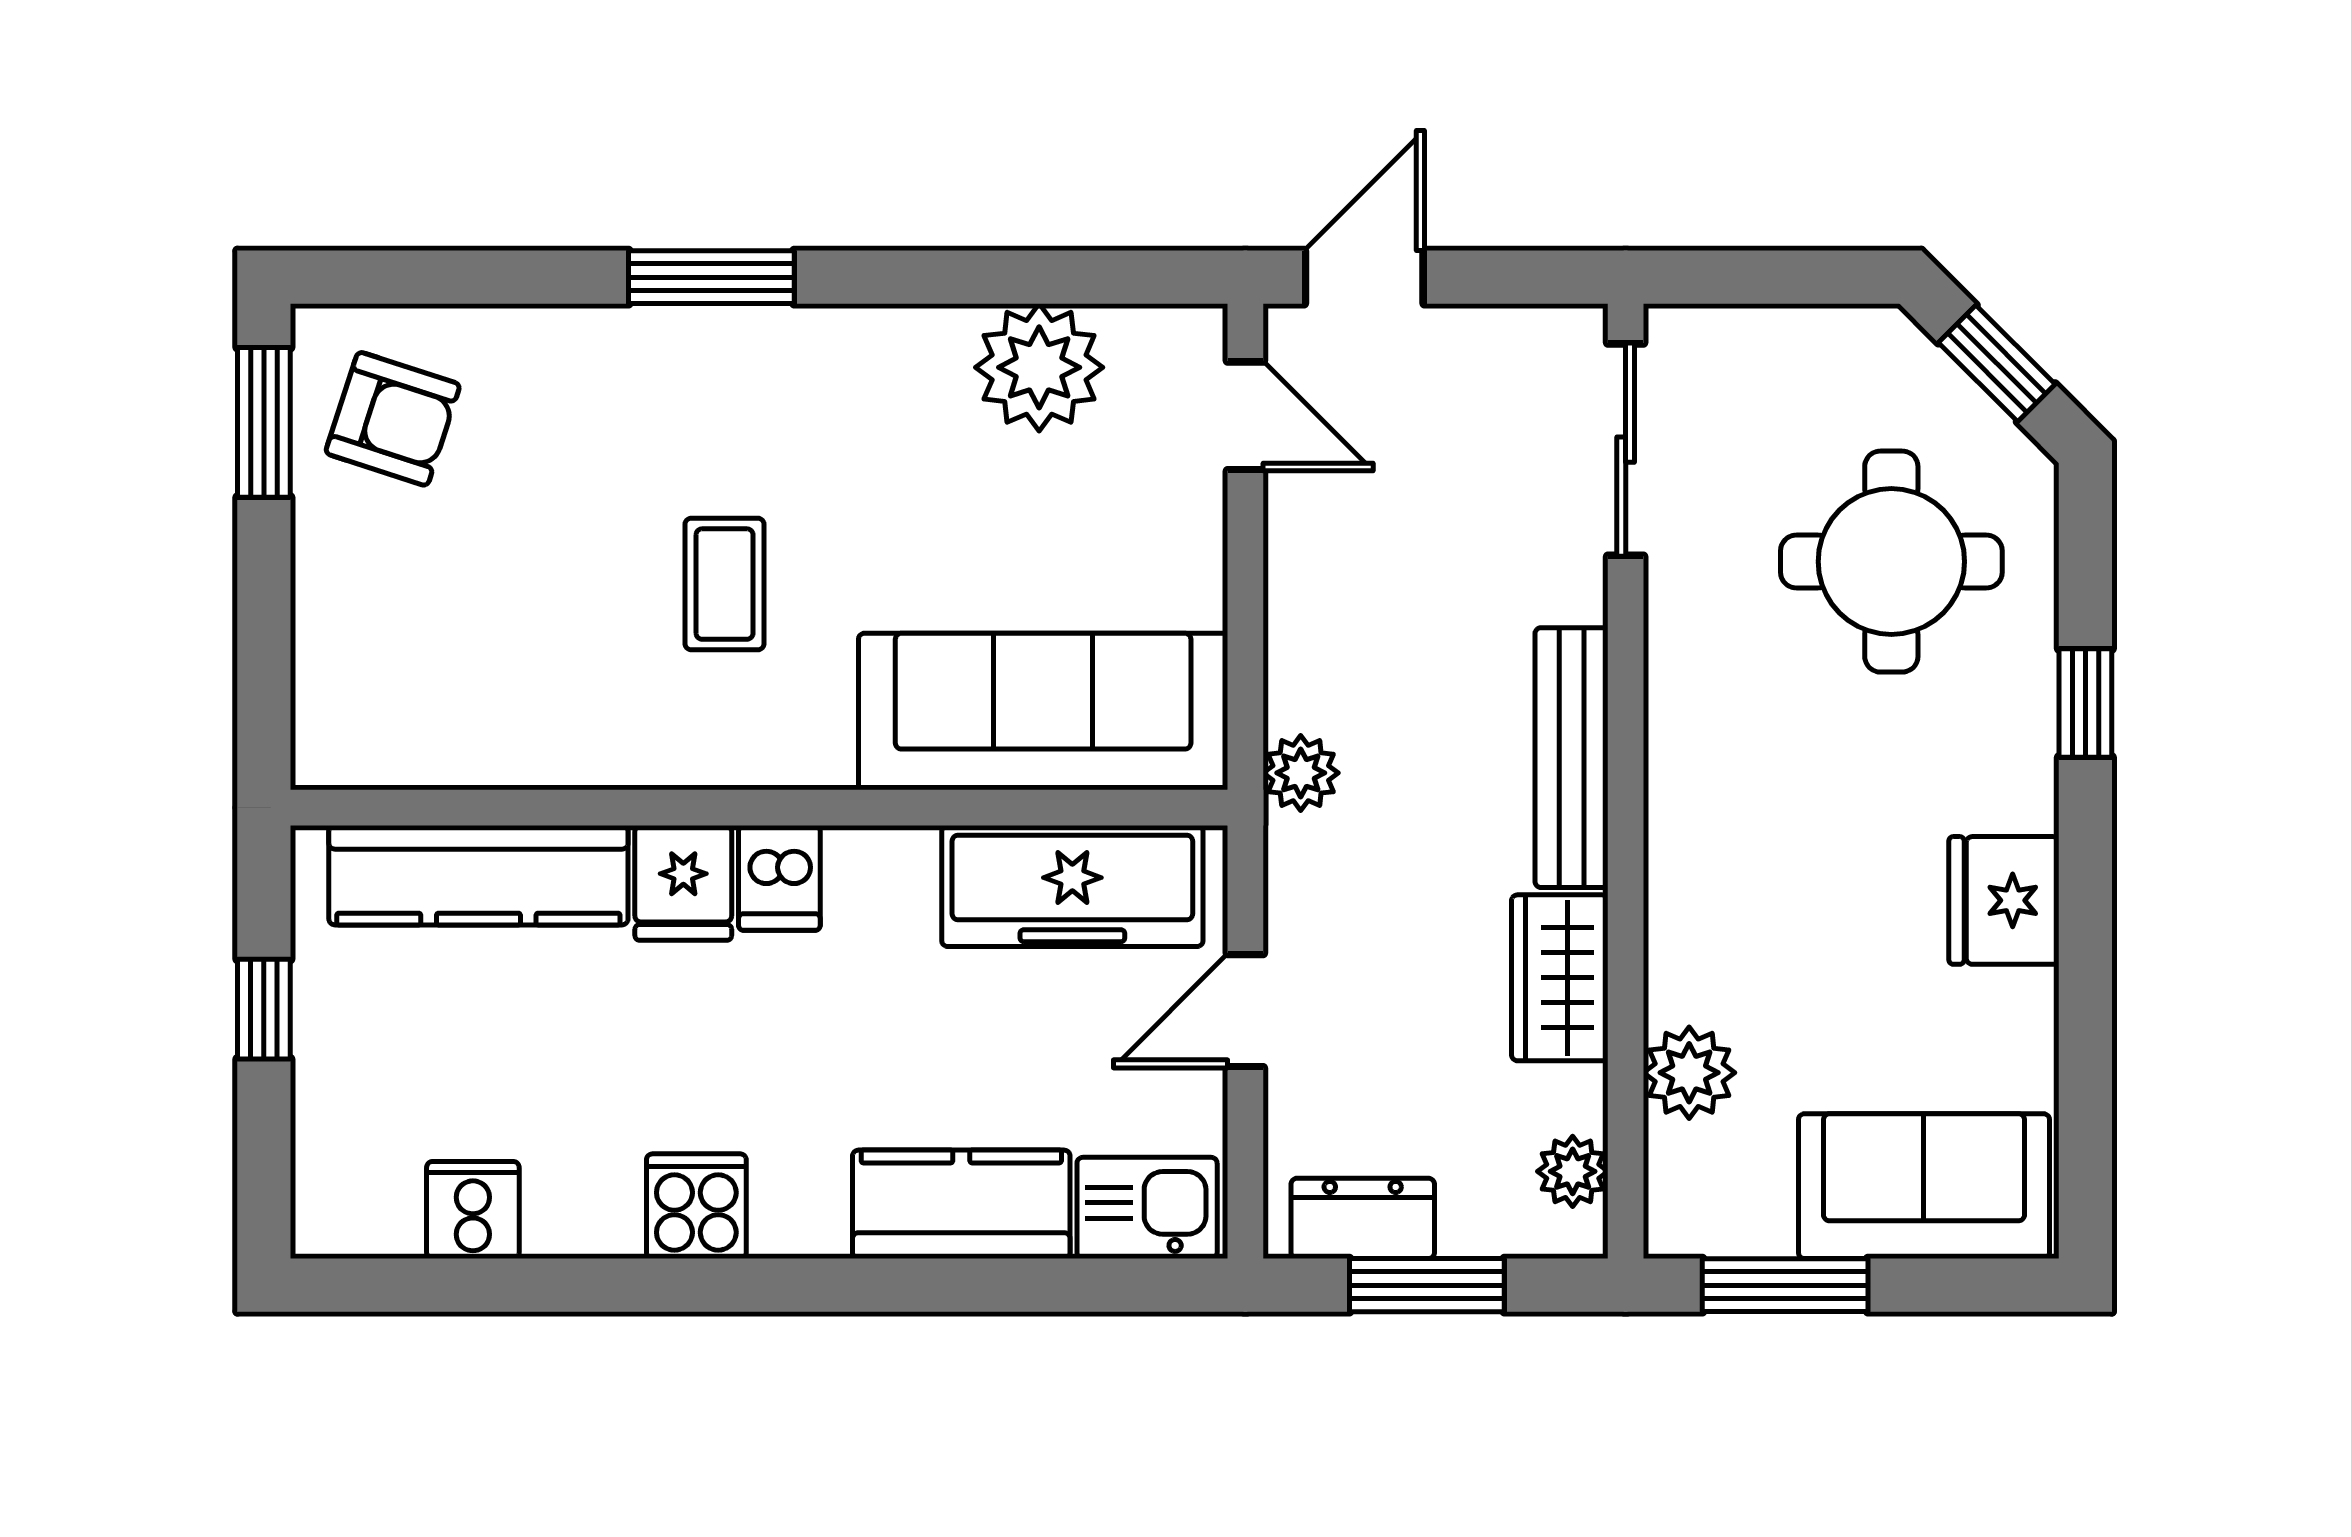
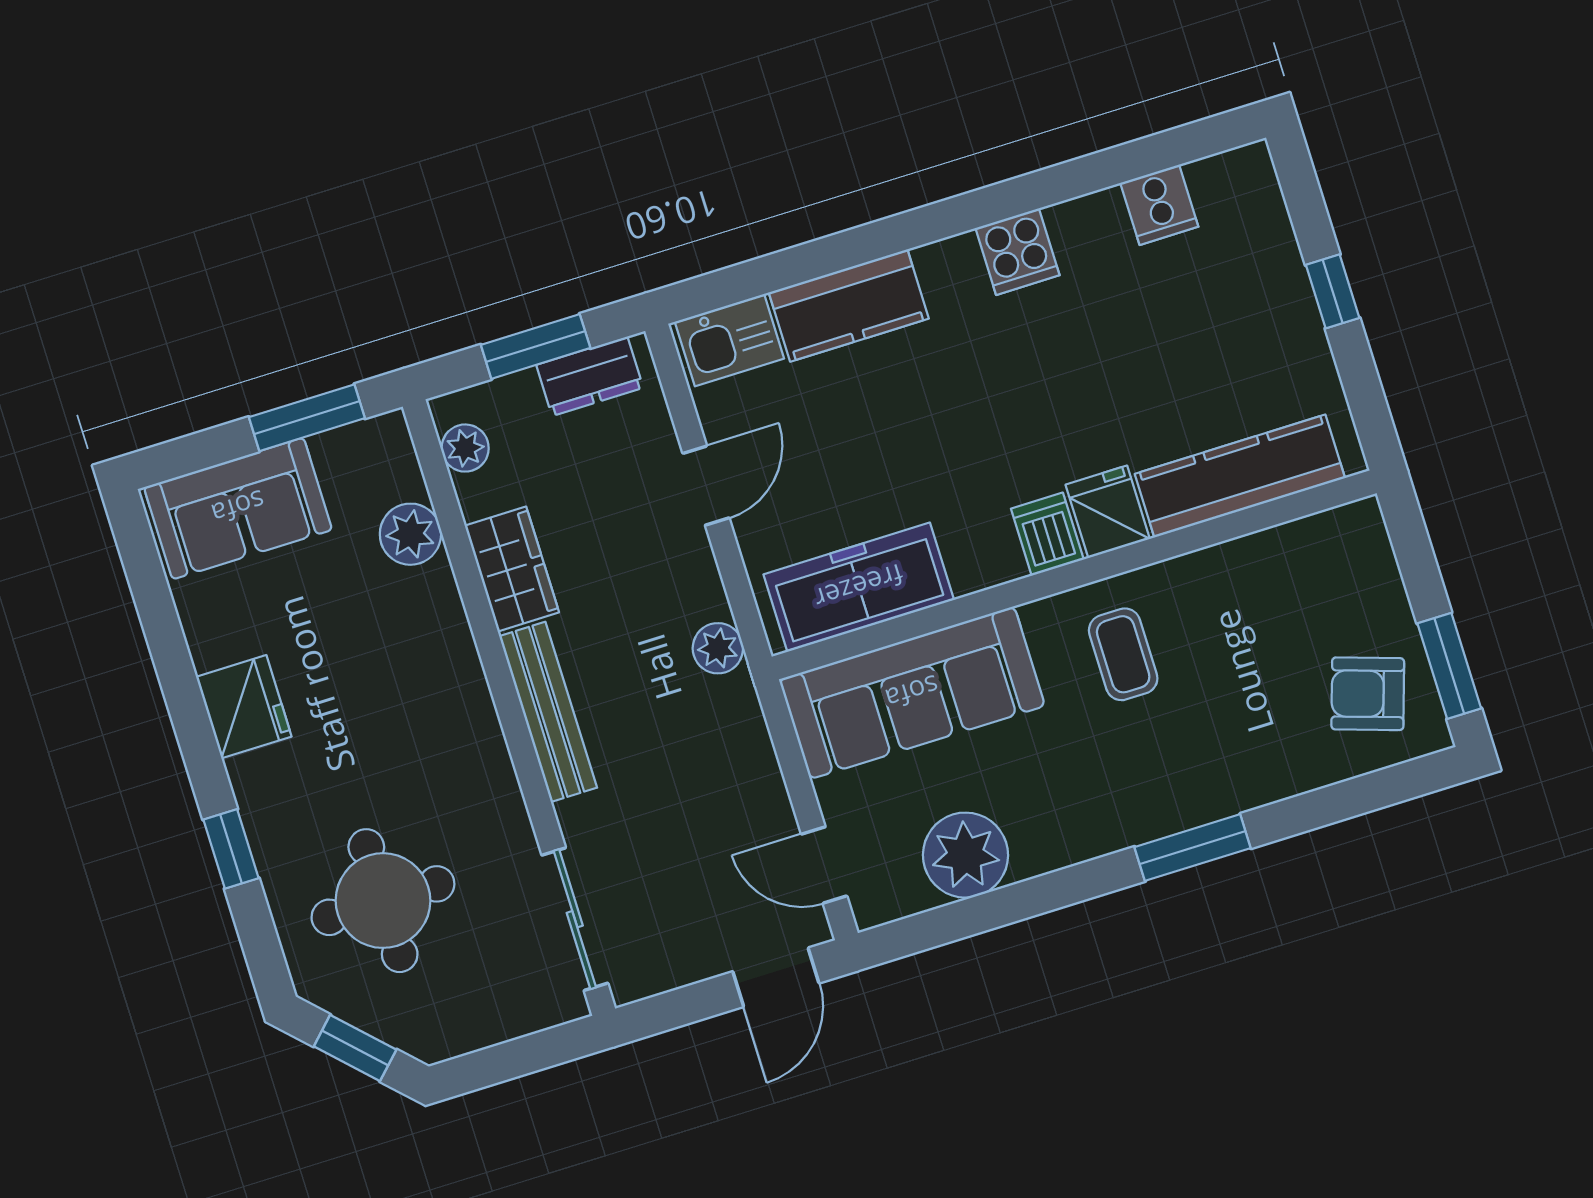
sofa: (1043, 712) -> (912, 693), moved
wall: (759, 808) -> (1074, 575), moved
kitchen counter: (478, 875) -> (1240, 476), moved
dishwasher: (779, 878) -> (1047, 534), moved
fridge: (683, 883) -> (1108, 512), moved
freezer: (1072, 886) -> (859, 587), moved

